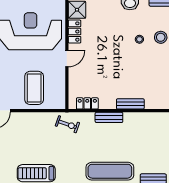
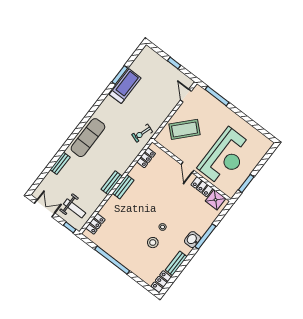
coffee table: (34, 88) -> (185, 129), turned -47
bench: (109, 117) -> (112, 183), moved

